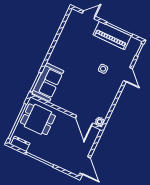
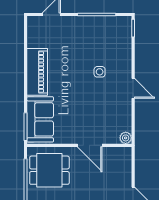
piano: (112, 35) -> (37, 72), moved, turned -90
door: (128, 75) -> (133, 88), moved
door: (84, 120) -> (90, 145), moved

